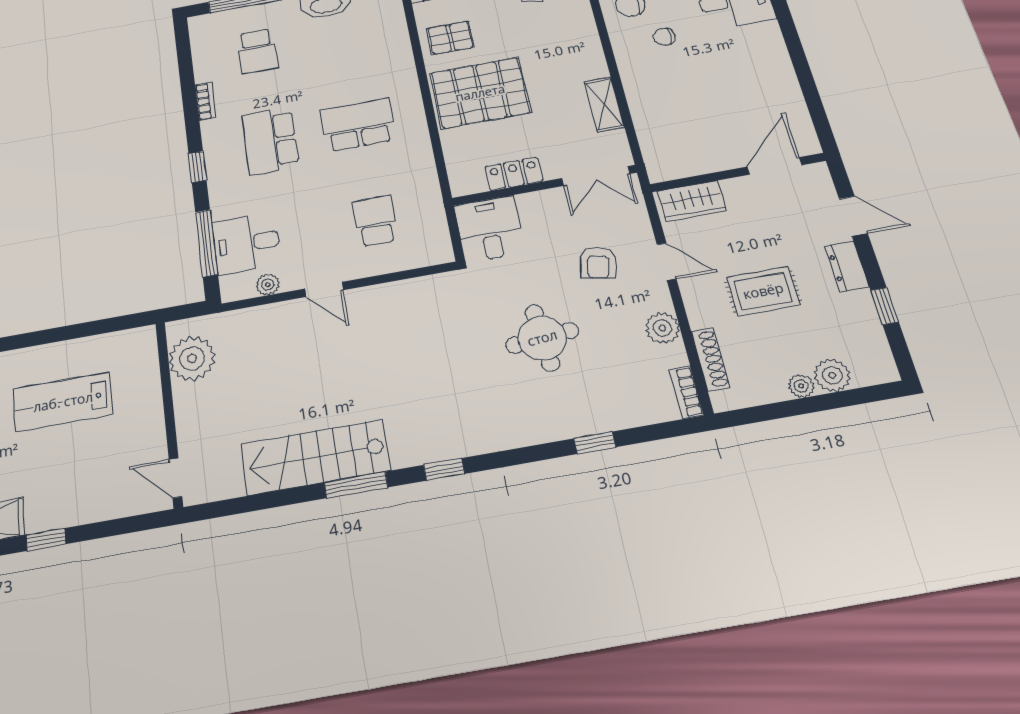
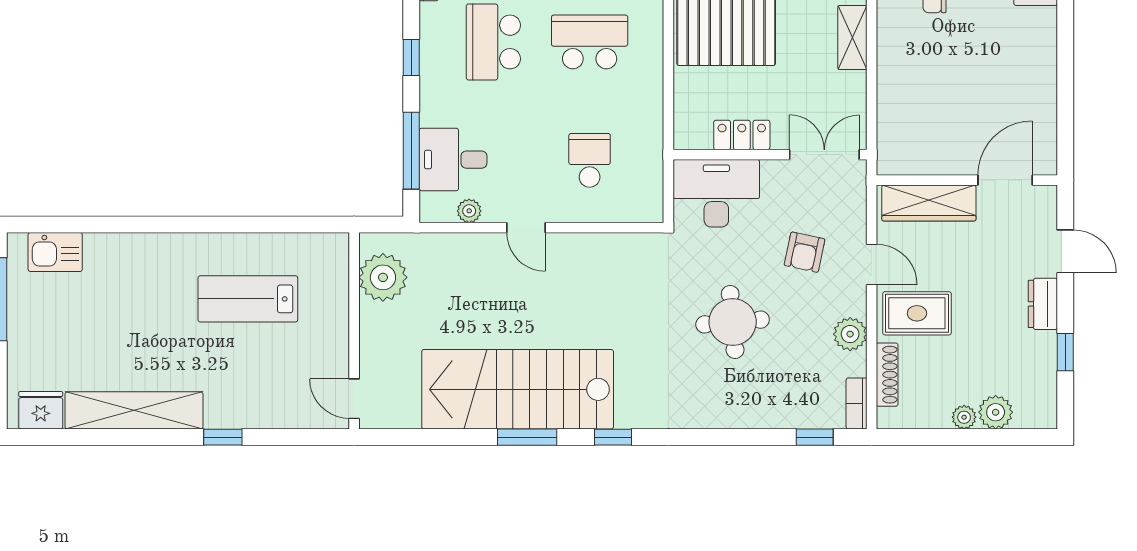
shelving: (604, 104) -> (852, 37), moved
double door: (596, 176) -> (824, 155), swing flipped
wardrobe: (692, 201) -> (929, 203), width x1.50
desk: (490, 229) -> (716, 193), width x1.37
rug: (763, 291) -> (917, 313), moved
window: (595, 443) -> (815, 437), moved
stairs: (315, 457) -> (518, 389), width x1.36, depth x1.51

